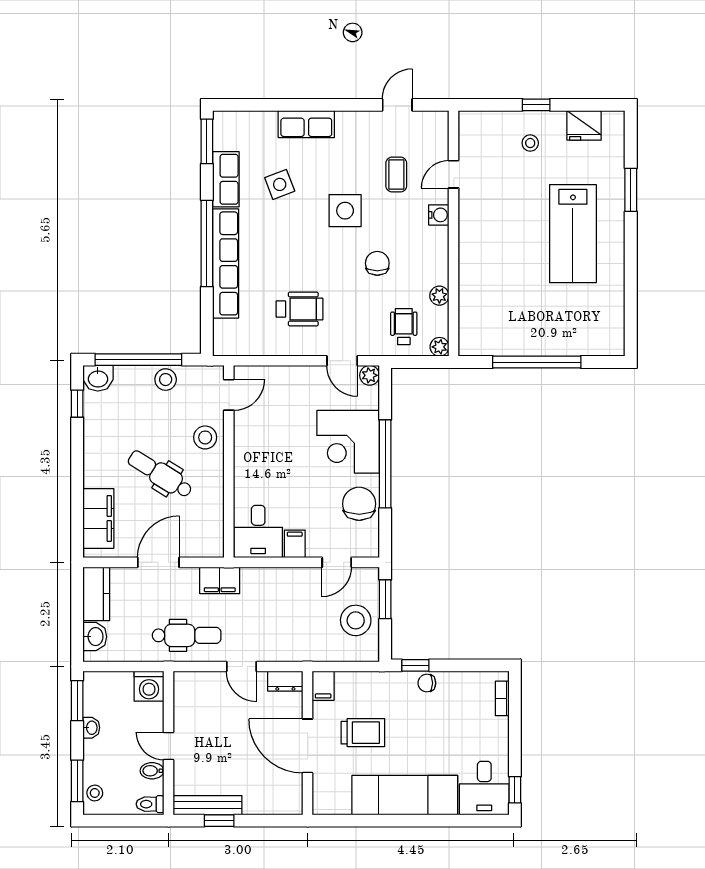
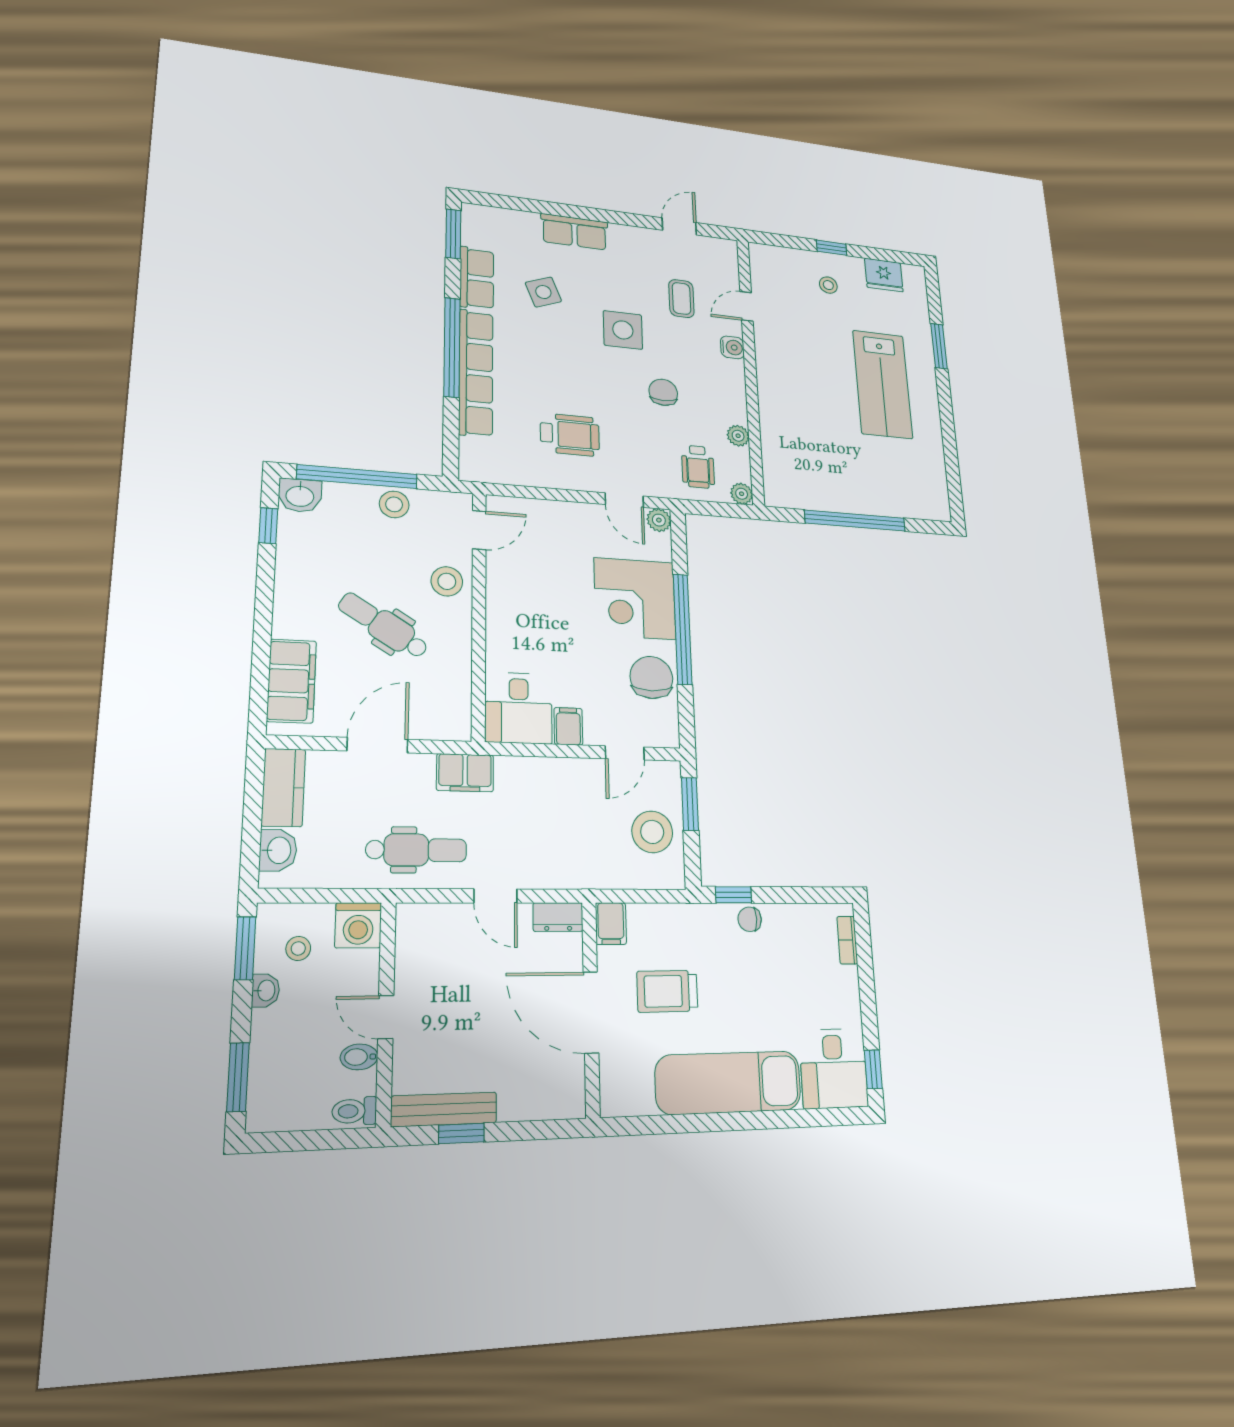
wheelchair: (404, 327) -> (698, 467), turned 180
trolley: (363, 733) -> (667, 991), turned 180
stool: (95, 793) -> (298, 948), moved

